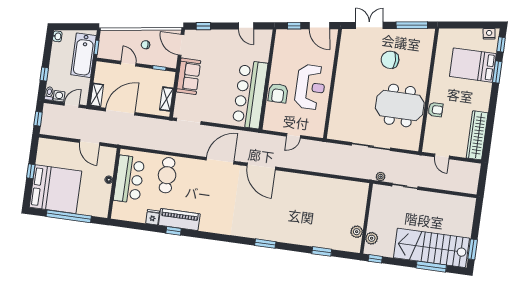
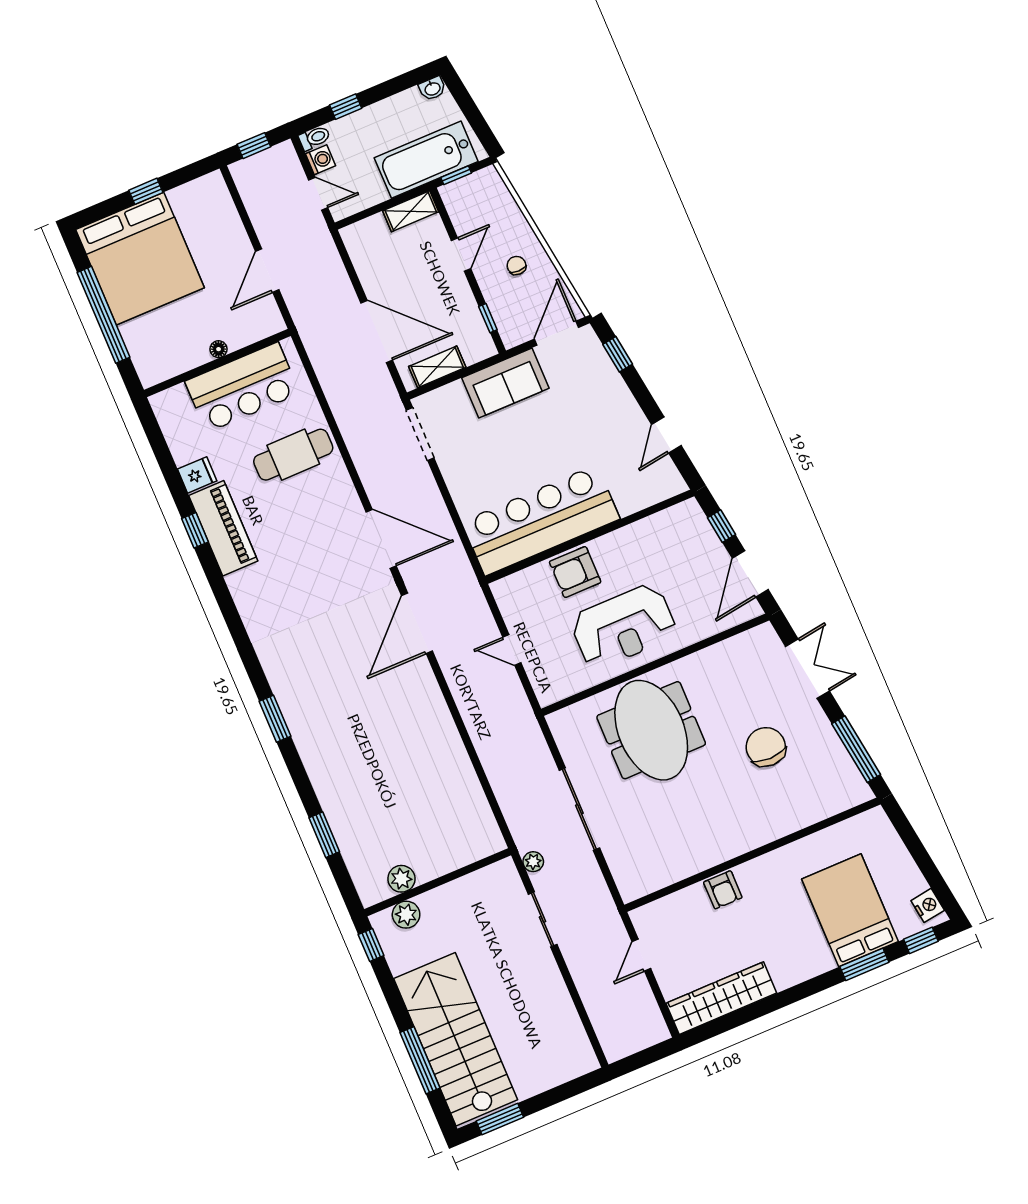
shelving: (97, 95) -> (411, 211), moved
meeting table: (400, 105) -> (651, 730), moved
door: (120, 112) -> (377, 332), moved

